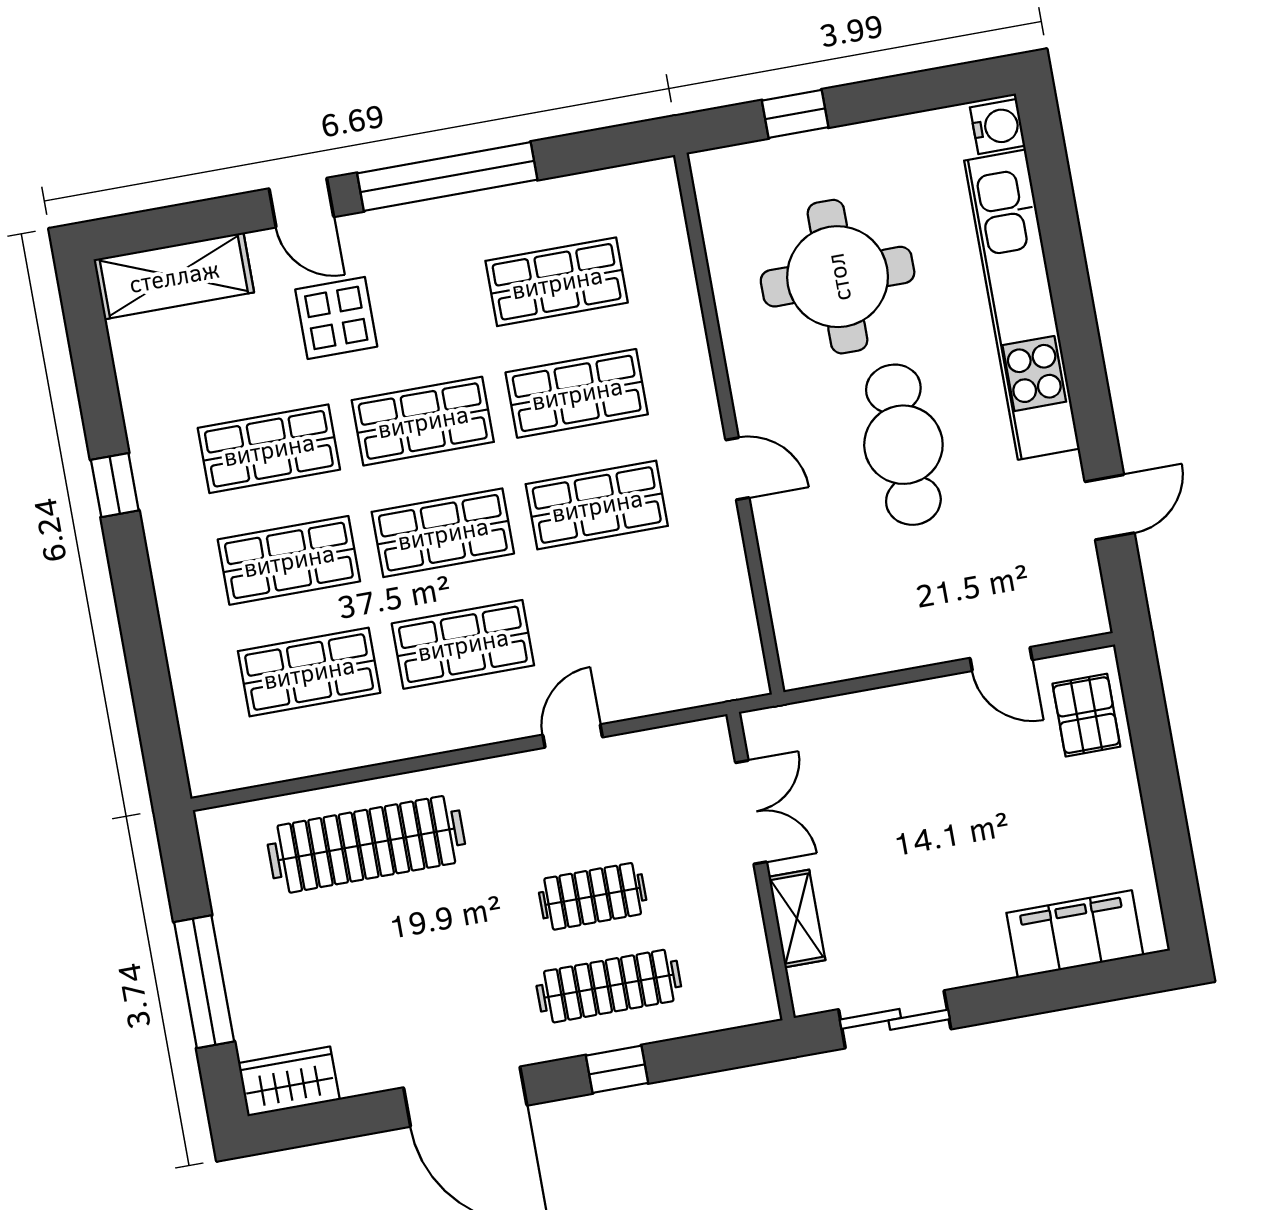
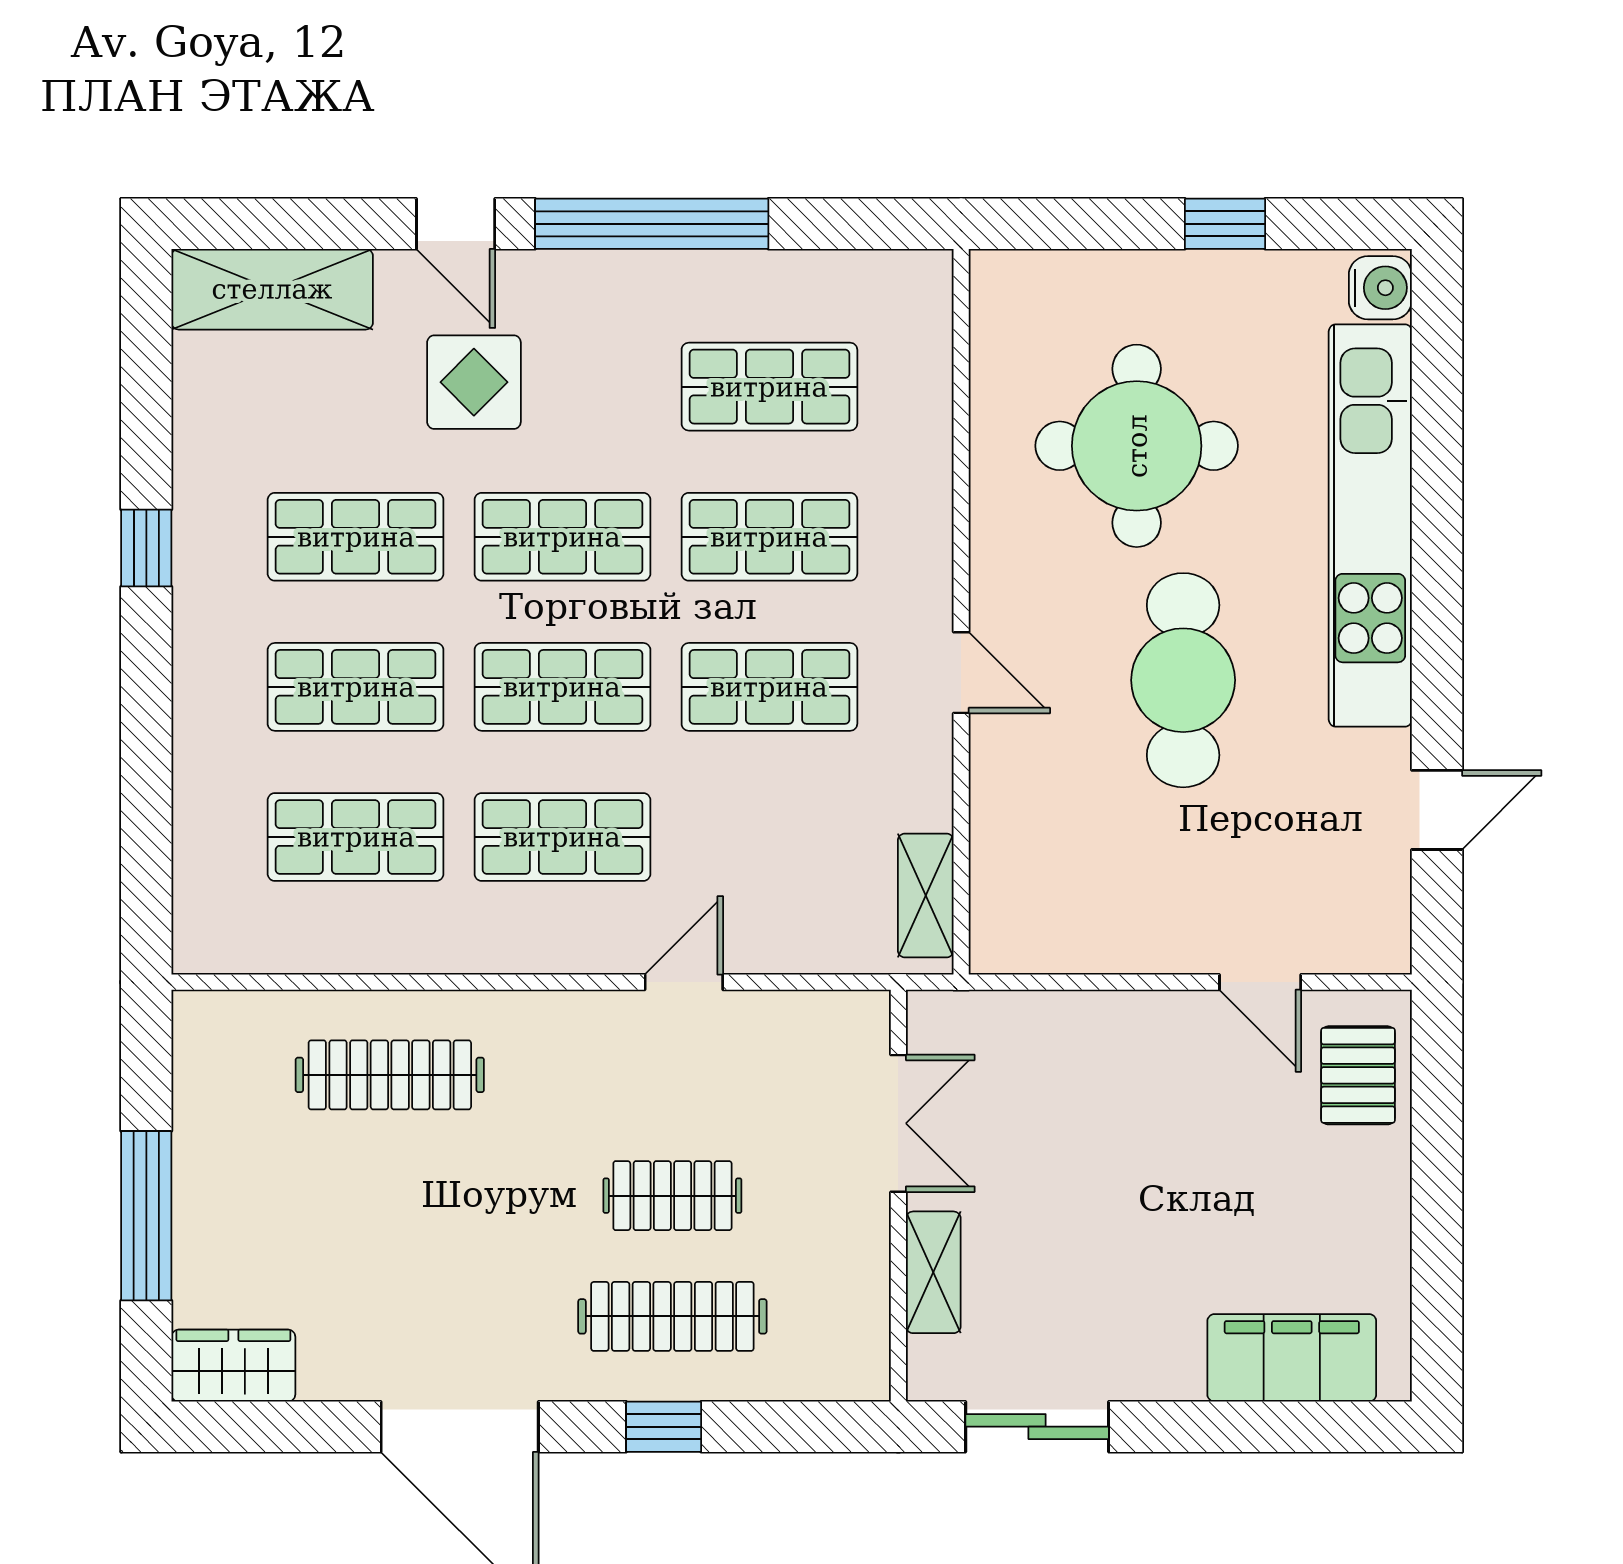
window: (795, 114) -> (1225, 224), moved
shelving: (741, 639) -> (926, 895), added
clothes rail: (366, 844) -> (390, 1075), width x0.73, depth x0.76

